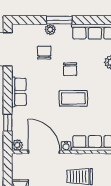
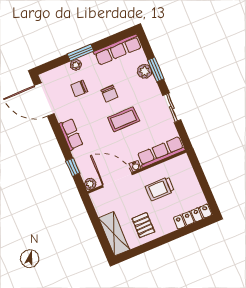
chair: (44, 53) -> (79, 88), turned -90

